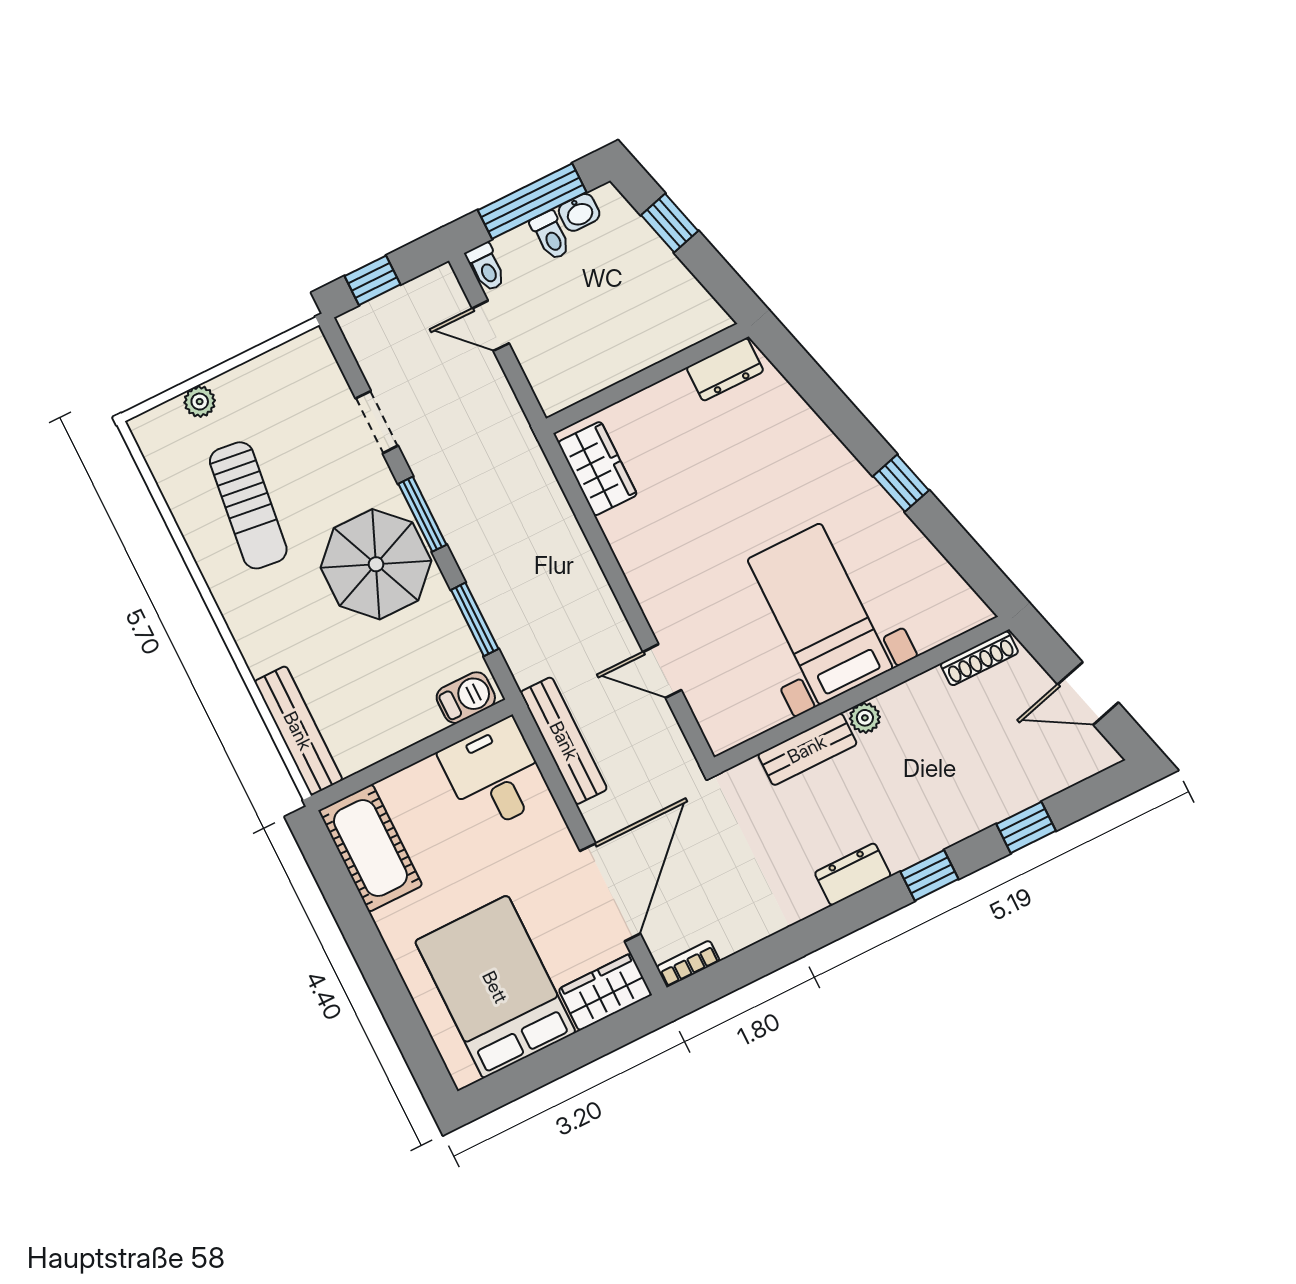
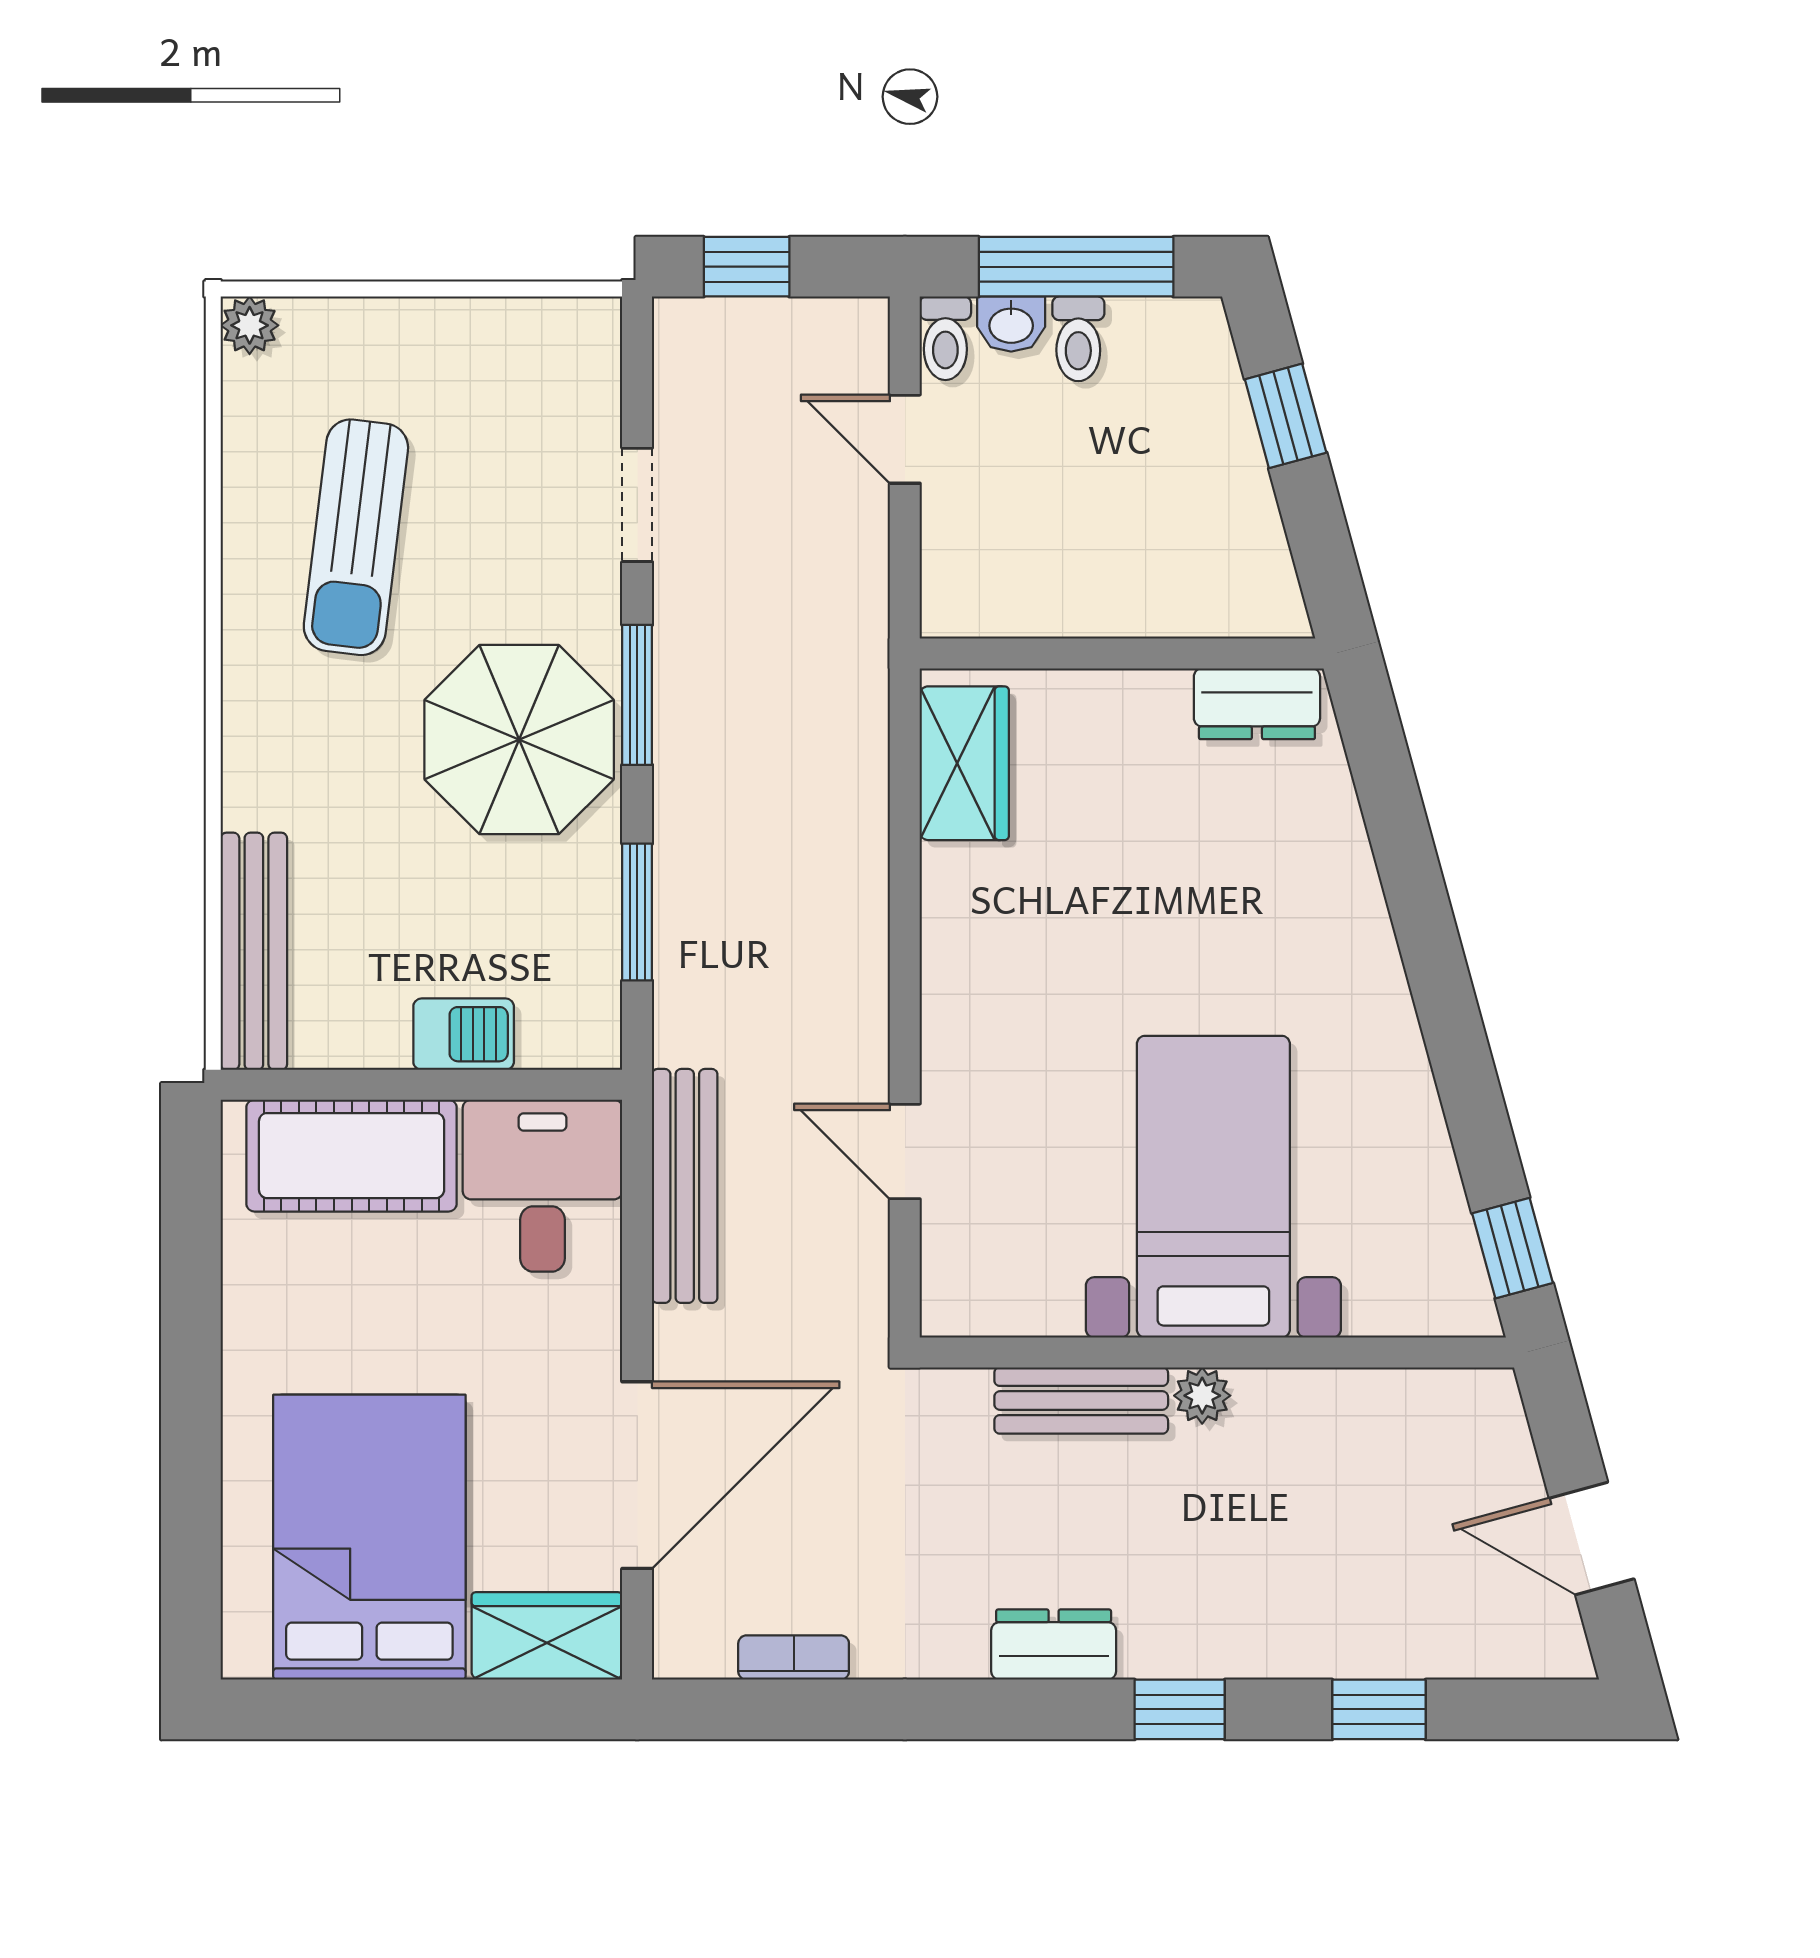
washbasin: (579, 212) -> (1011, 324), moved
plant: (200, 402) -> (250, 325), moved
window: (901, 483) -> (1512, 1248), moved
shoe rack: (979, 658) -> (1441, 1391), removed
barbecue: (466, 698) -> (464, 1034), moved
cot: (370, 848) -> (352, 1156), moved, turned 90
bookcase: (688, 964) -> (794, 1658), moved

